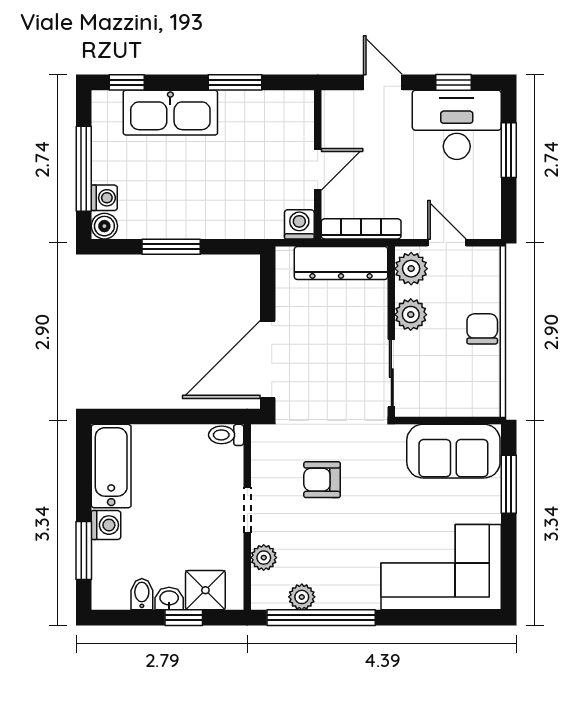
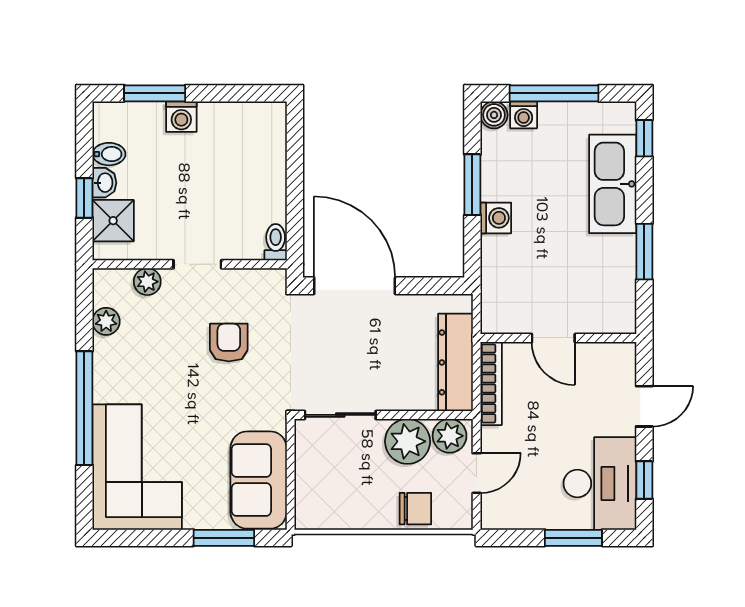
washing machine: (299, 224) -> (496, 218), moved
plant: (411, 315) -> (408, 441), width x1.36, depth x1.36
chair: (482, 329) -> (415, 509), moved
bathtub: (111, 466) -> (243, 122), removed
window: (321, 618) -> (84, 408), moved

